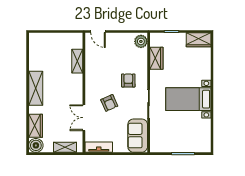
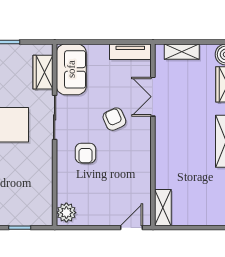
door: (98, 31) -> (132, 228), hinge flipped
wardrobe: (156, 58) -> (43, 72), moved
shelving: (77, 61) -> (163, 208), moved
double door: (84, 118) -> (153, 97), swing flipped

